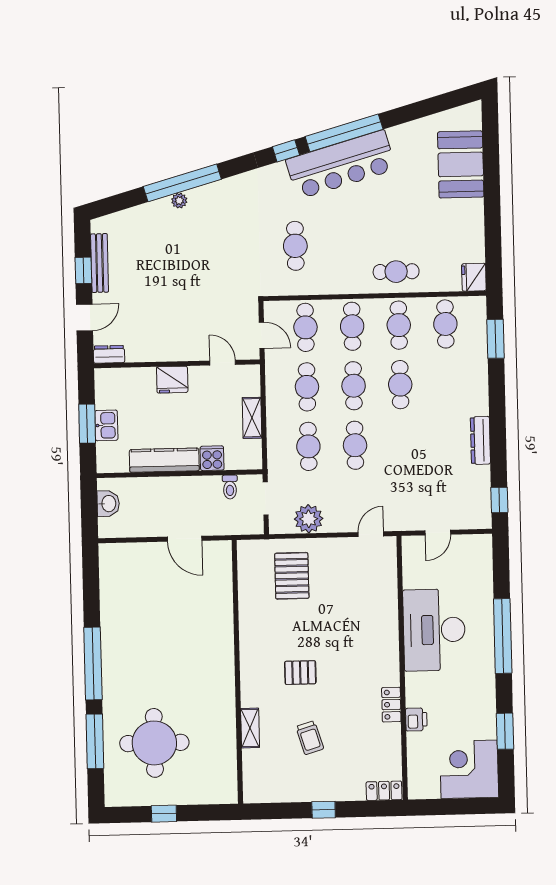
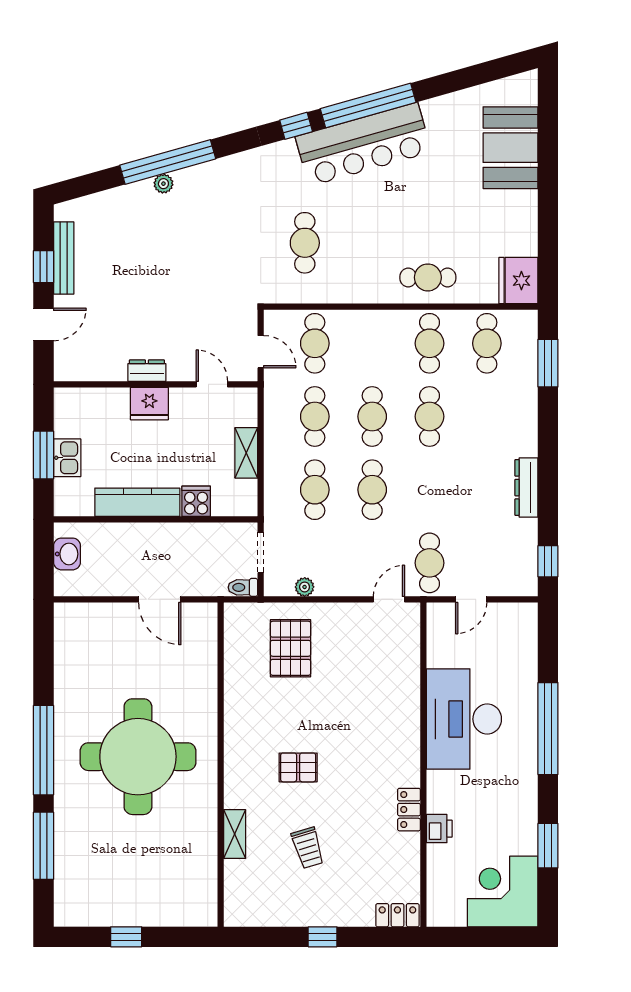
fridge: (474, 277) -> (518, 281), width x1.36, depth x1.34
cafe table: (352, 326) -> (430, 563), moved
dresser: (109, 354) -> (147, 371), moved
toilet: (230, 487) -> (243, 587), moved, turned 90
plant: (309, 519) -> (305, 587), width x0.53, depth x0.53
round table: (154, 743) -> (138, 757), moved, width x1.36, depth x1.36

